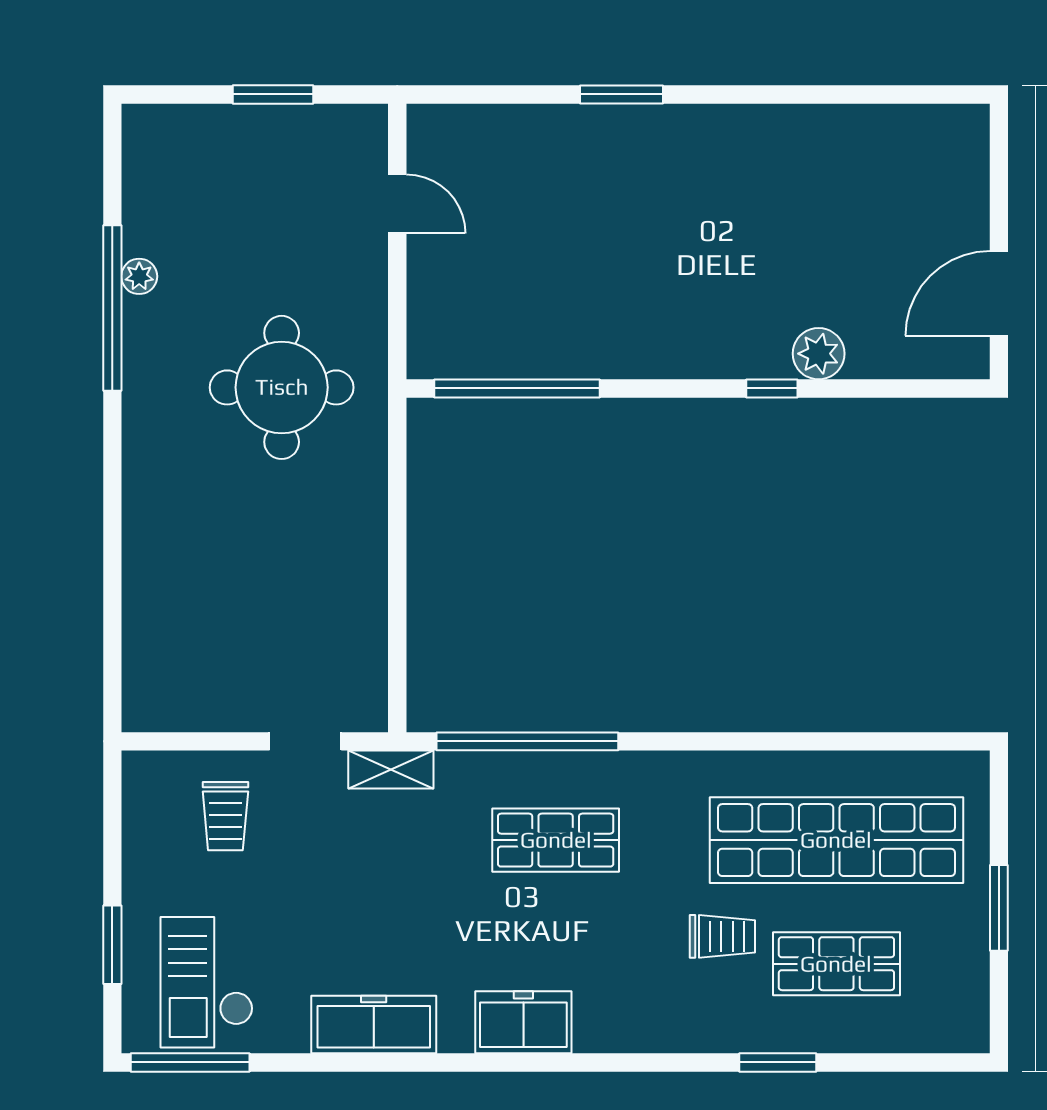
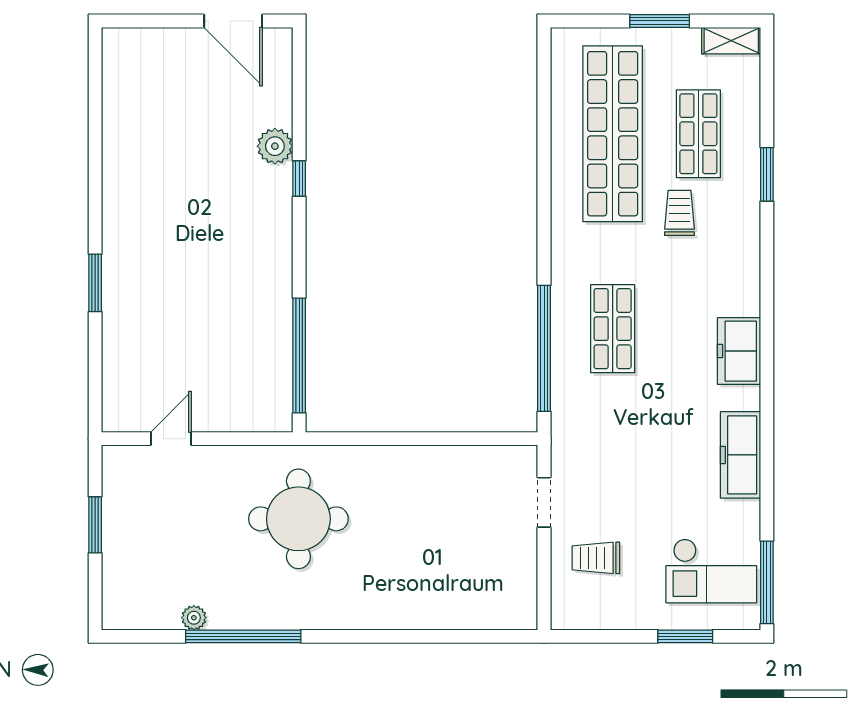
plant: (139, 276) -> (194, 618), moved
shelving: (391, 769) -> (731, 41), moved, turned 90
trolley: (225, 816) -> (596, 558), turned 180

